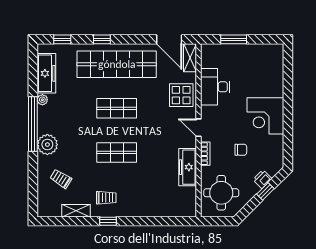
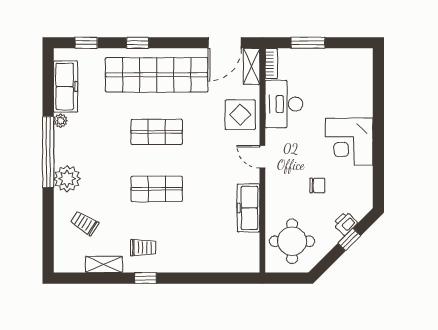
door: (169, 39) -> (225, 43), hinge flipped
bookcase: (205, 154) -> (271, 63), moved

